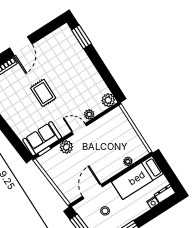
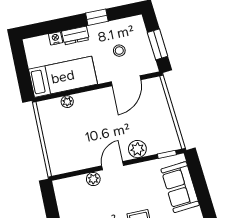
plant: (108, 100) -> (63, 188), removed
door: (79, 129) -> (113, 166), swing flipped
sofa: (42, 139) -> (180, 187), moved, turned 85
dresser: (165, 194) -> (75, 35), moved

